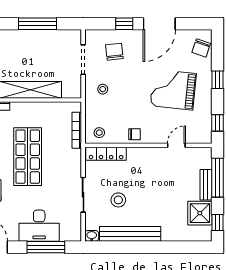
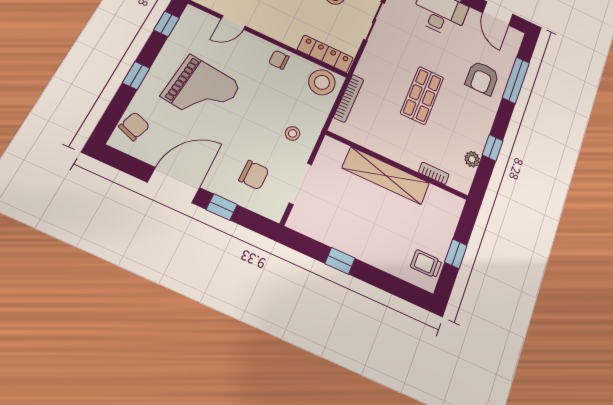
window: (37, 24) -> (340, 261), width x0.46
chair: (114, 52) -> (254, 175), turned -84
stool: (99, 133) -> (322, 82), width x1.89, depth x1.89
shop shelf: (28, 157) -> (422, 95), width x0.70, depth x0.74

